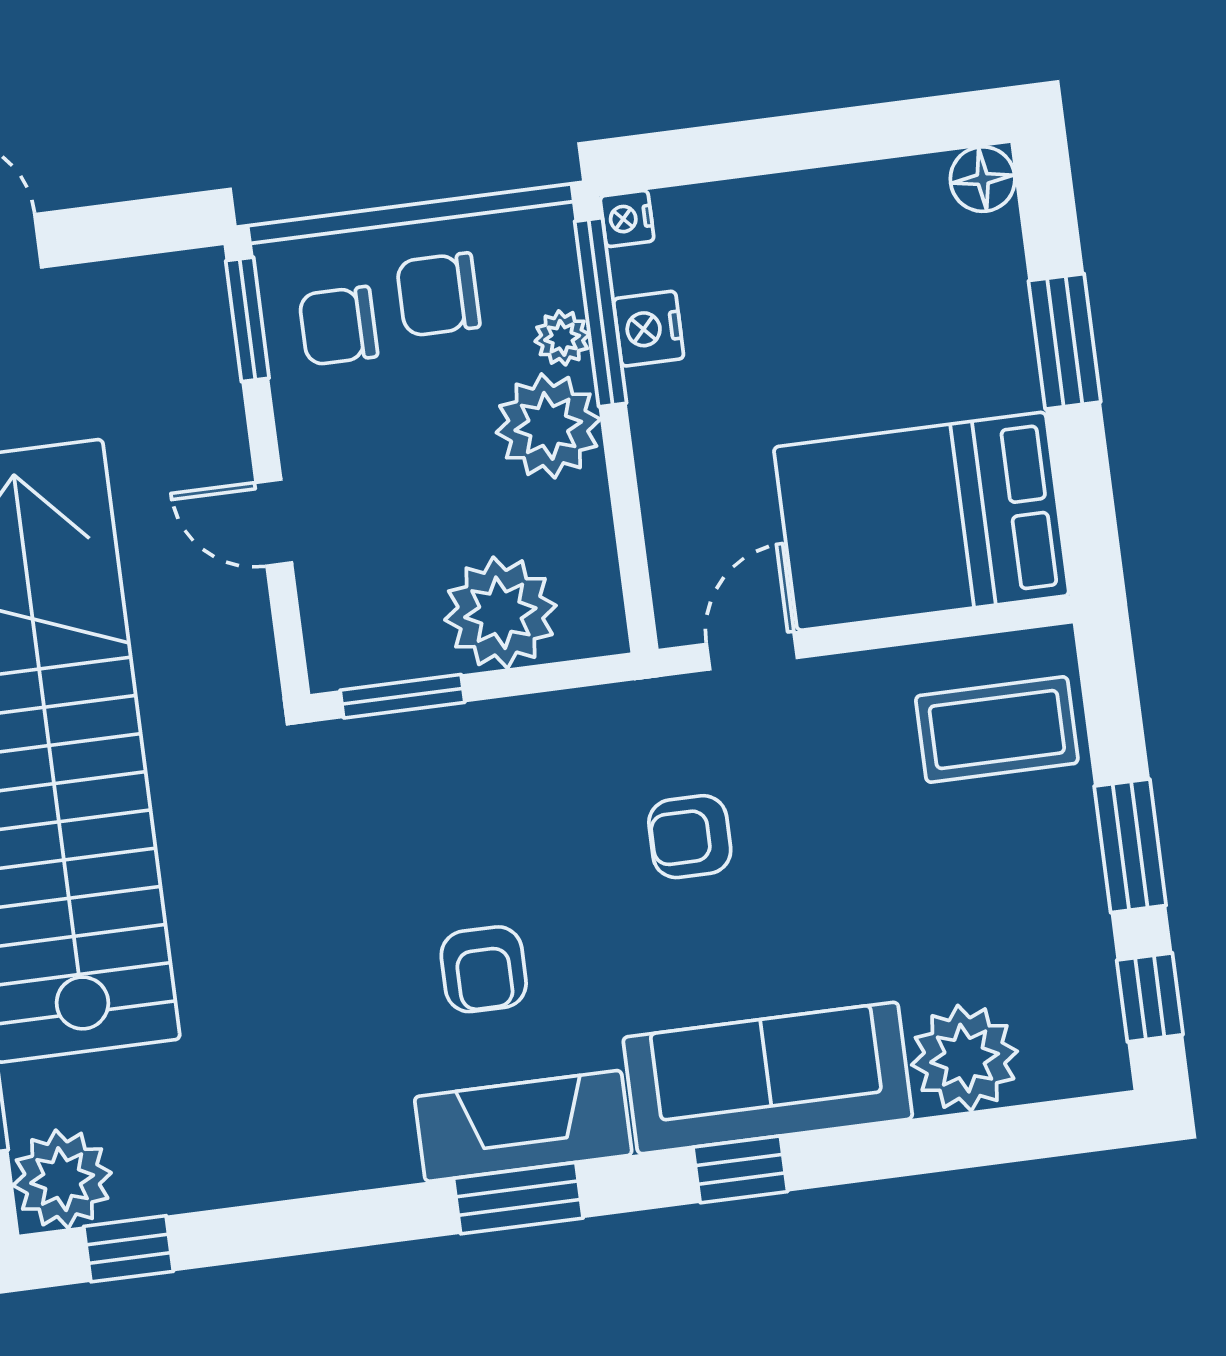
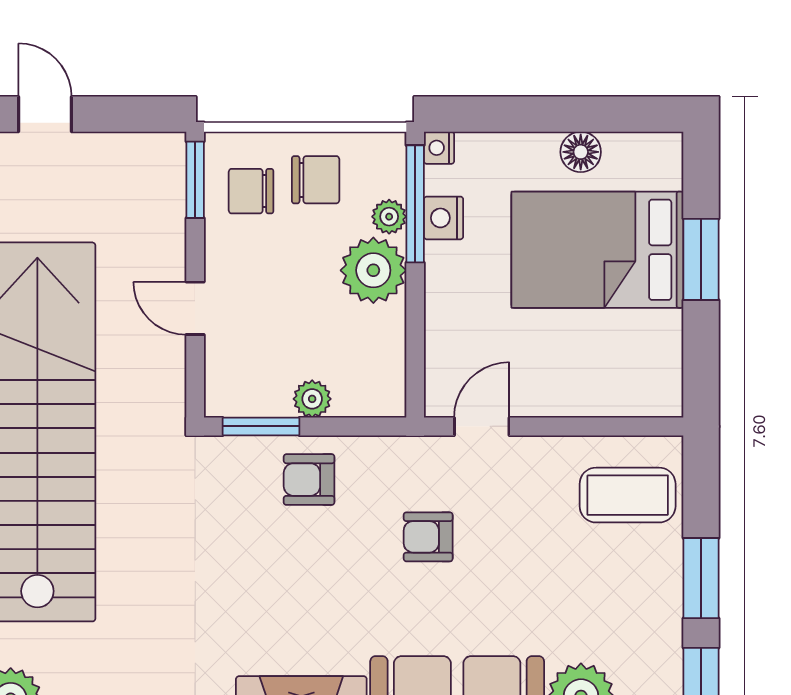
floor lamp: (983, 179) -> (581, 152), moved
chair: (438, 294) -> (316, 180), turned 180
bed: (921, 521) -> (597, 250), moved
plant: (500, 613) -> (312, 399), width x0.53, depth x0.53
armchair: (484, 969) -> (309, 480), moved, turned 90

